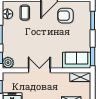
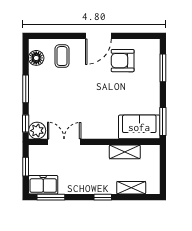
double door: (39, 70) -> (64, 142), moved
shelving: (80, 77) -> (125, 152), moved

